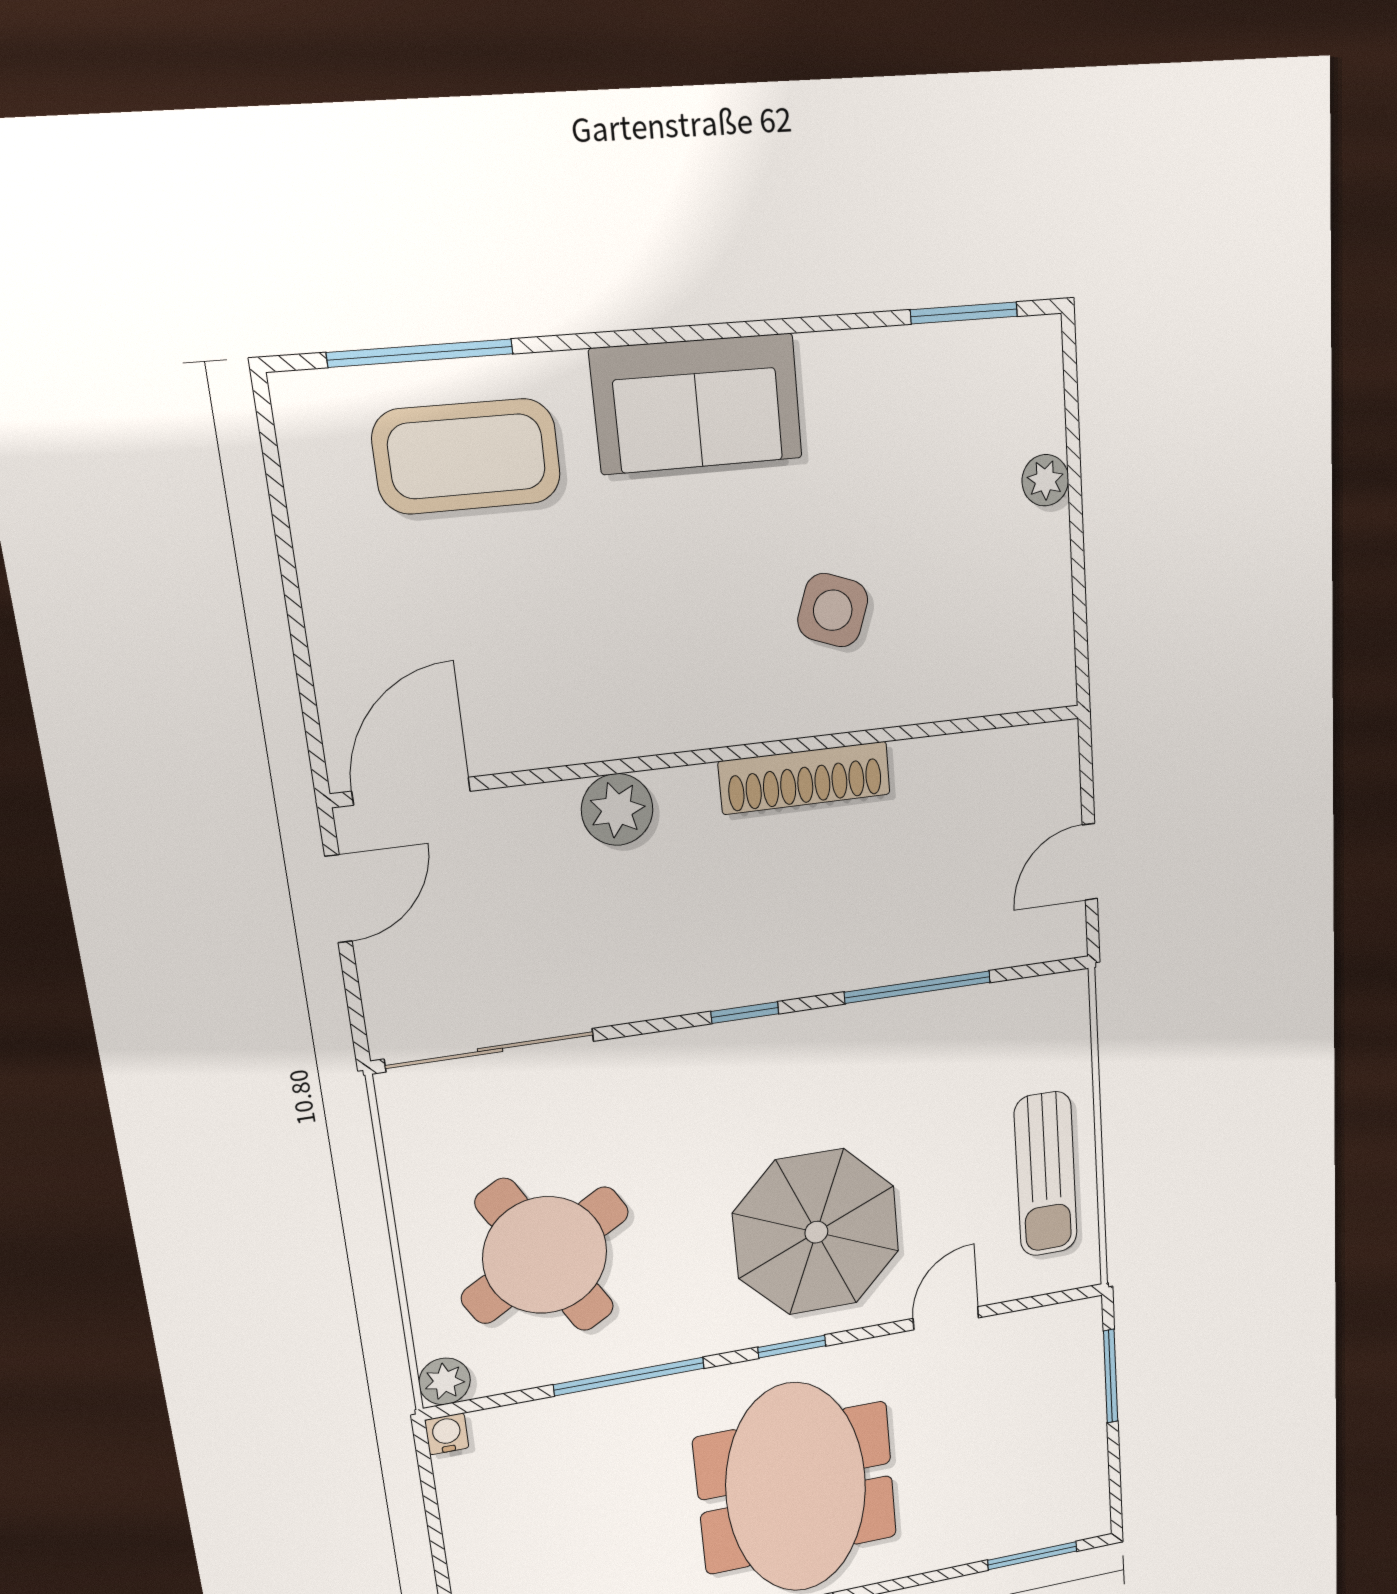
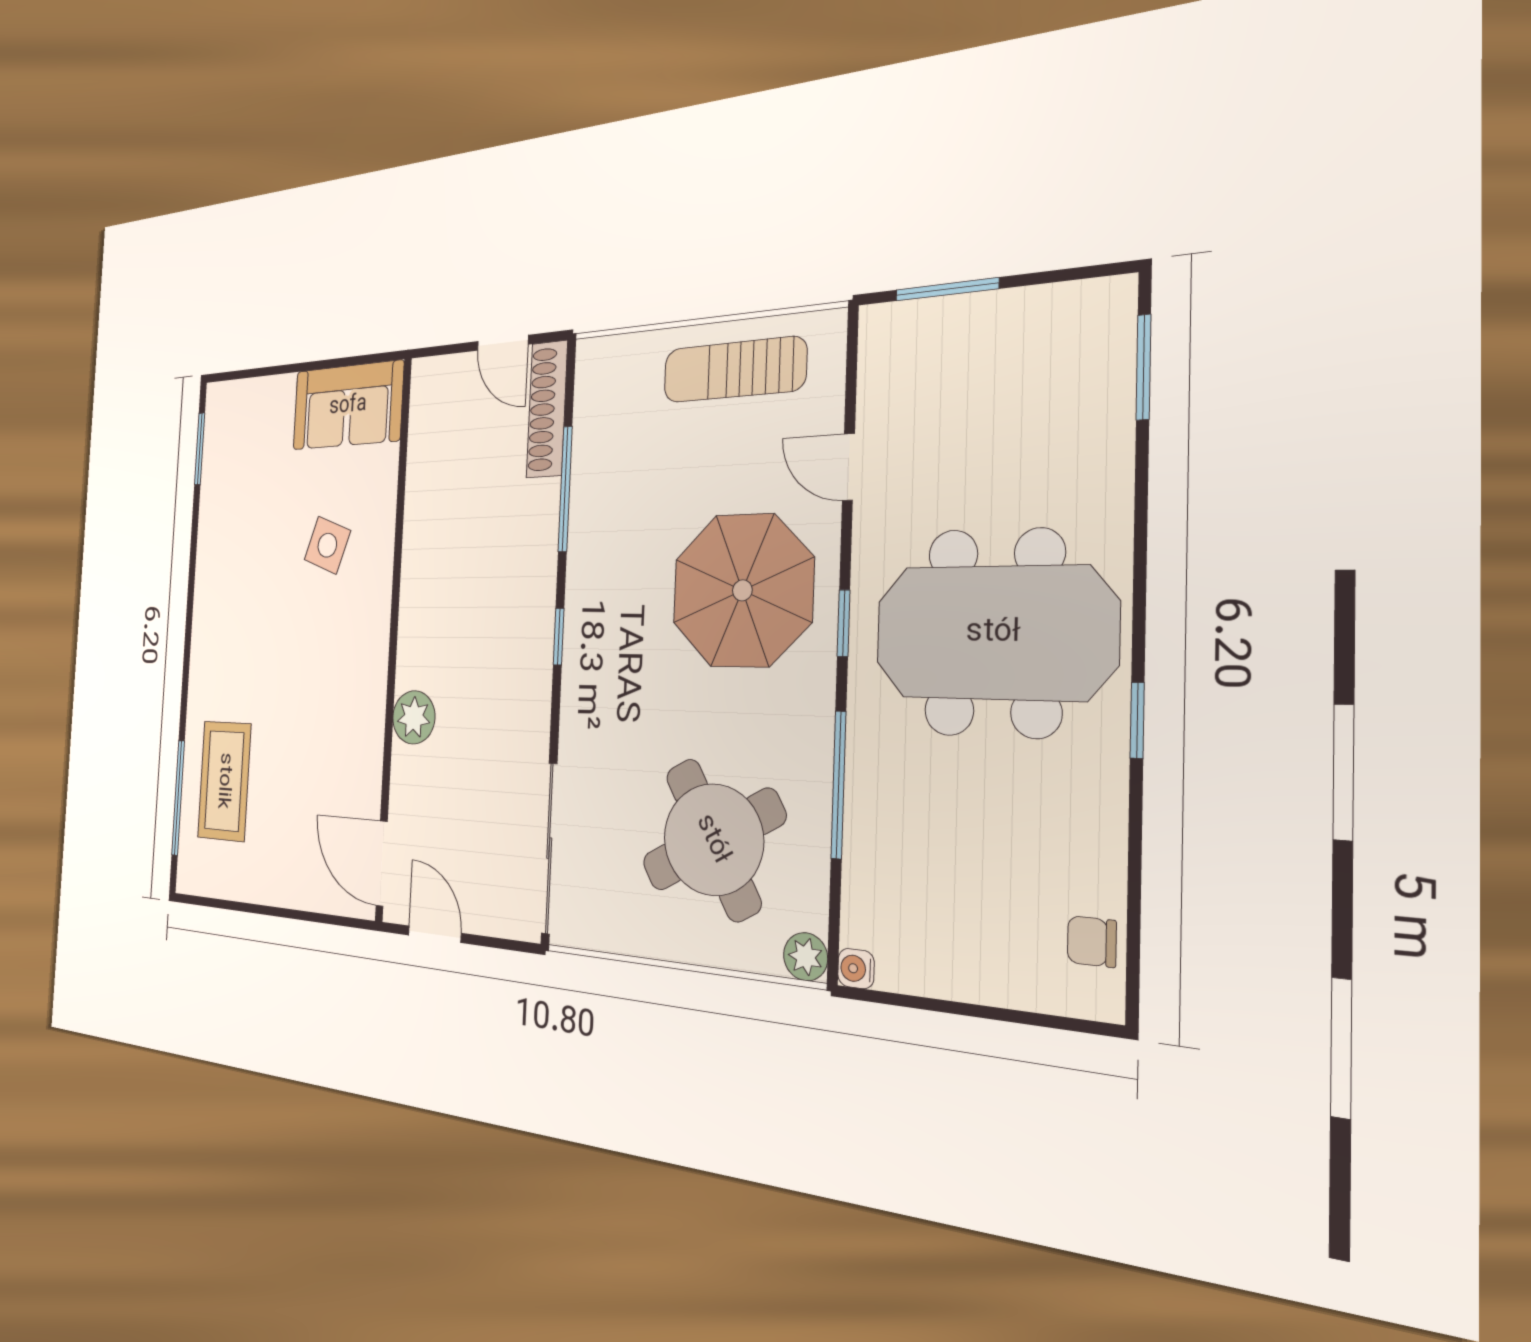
sofa: (697, 404) -> (348, 406), moved, turned 90
plant: (1045, 480) -> (282, 390), removed
shoe rack: (805, 778) -> (547, 409), moved, turned 180
sun lounger: (1046, 1174) -> (734, 370), turned 180

